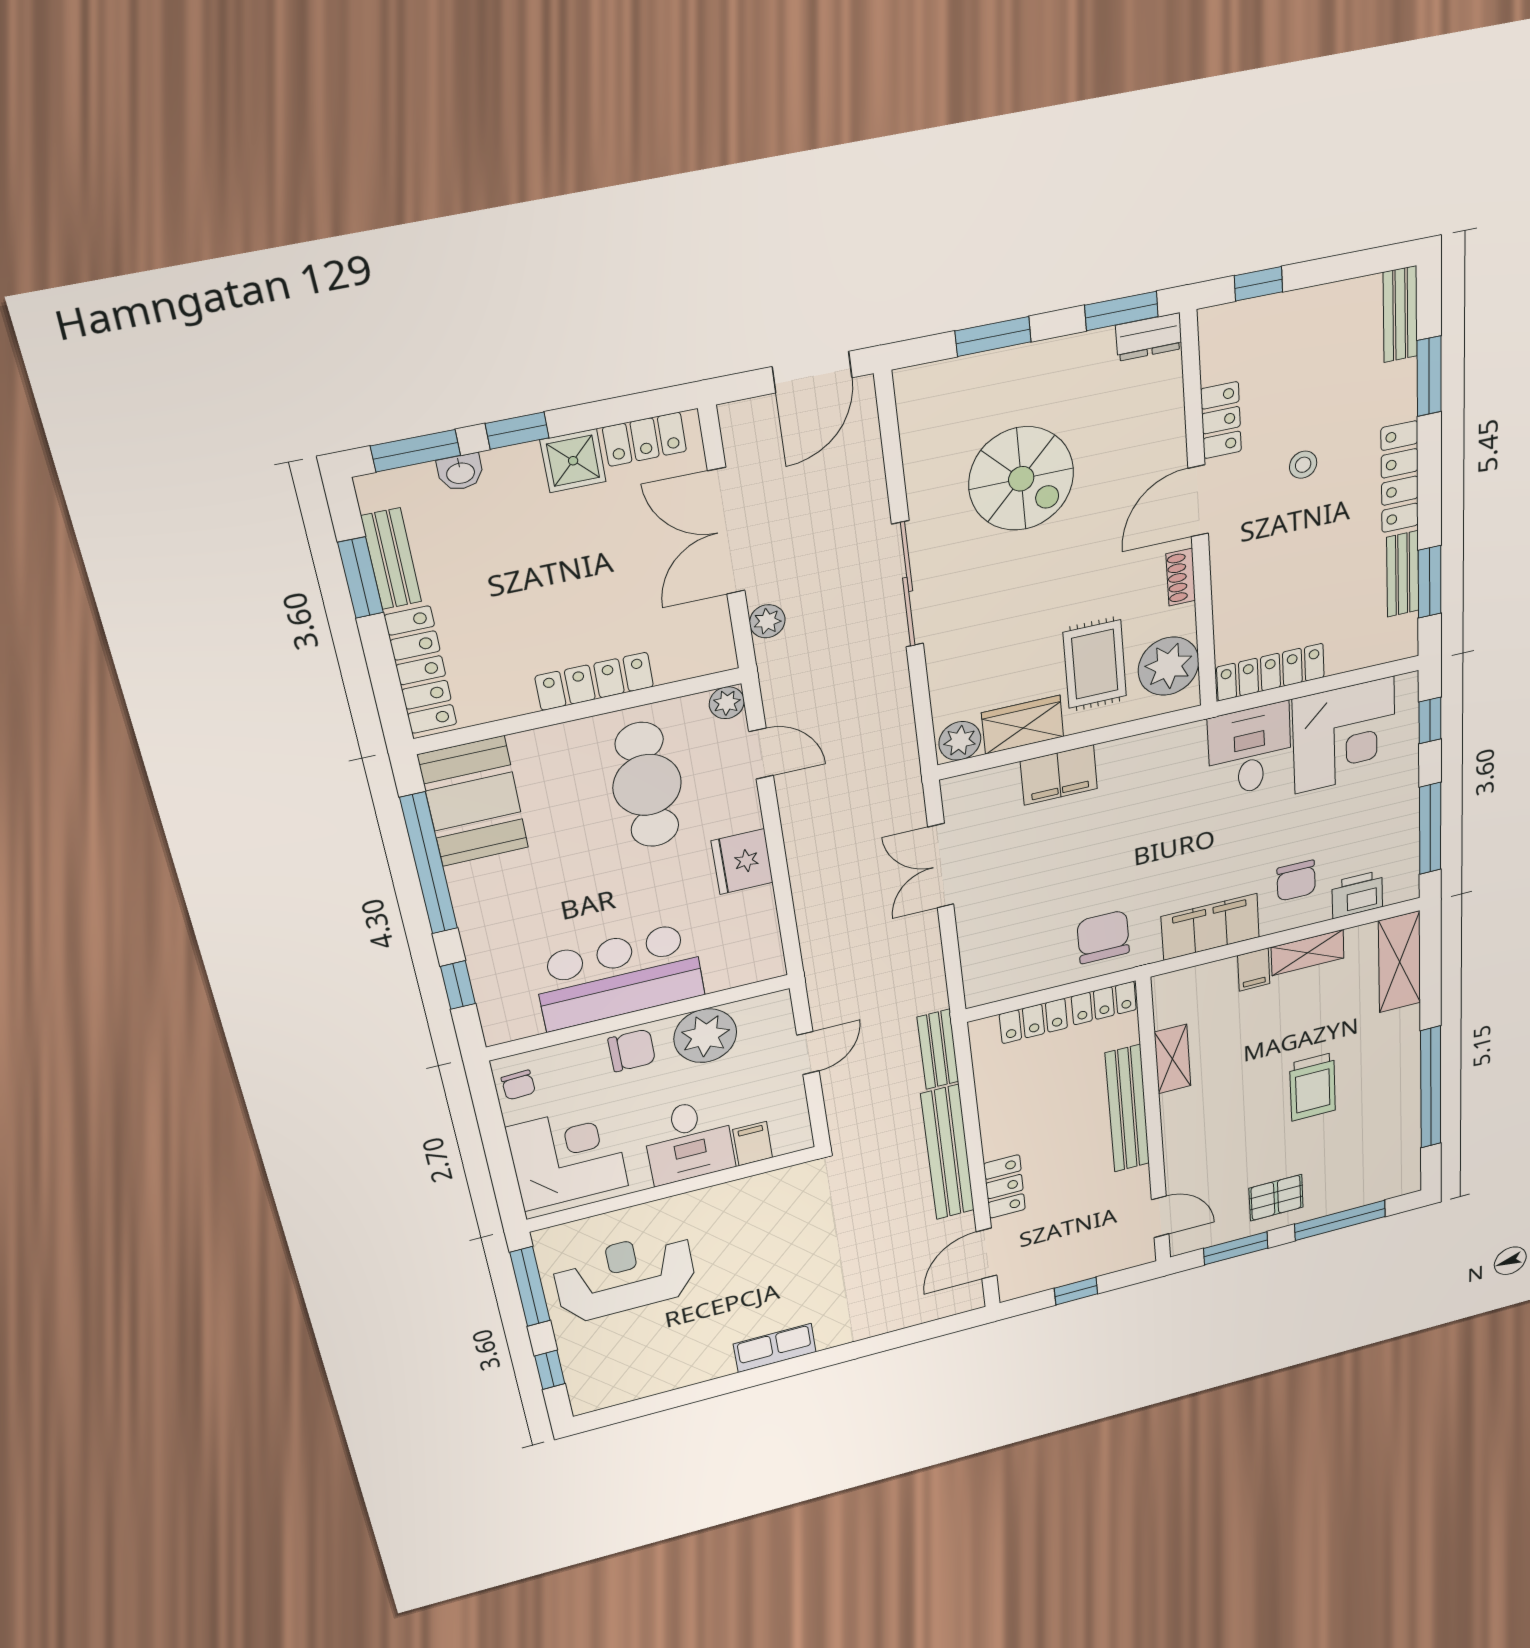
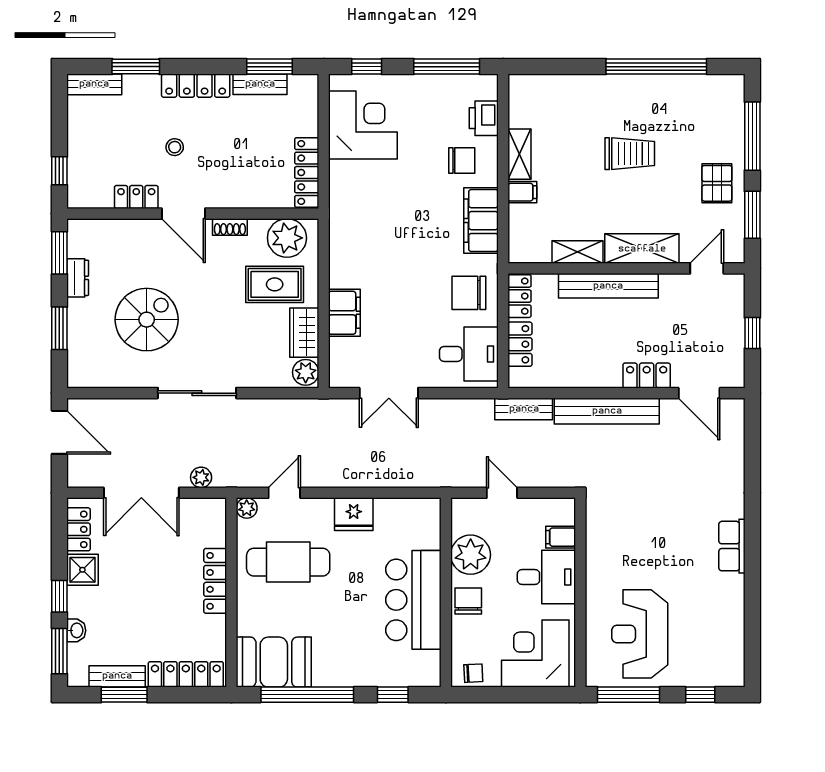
dresser: (1149, 337) -> (78, 278), moved
desk: (1250, 750) -> (469, 354), moved, turned 180
shelving: (1400, 962) -> (642, 249), moved

